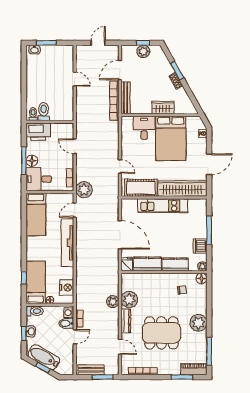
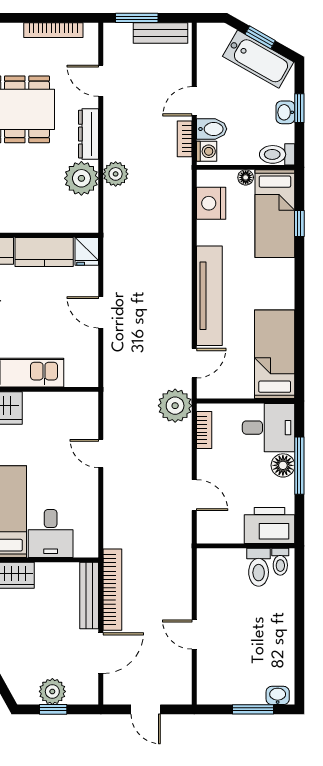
door: (98, 43) -> (146, 709), hinge flipped
cot: (141, 188) -> (57, 409), removed
door: (120, 235) -> (101, 312), width x0.53

